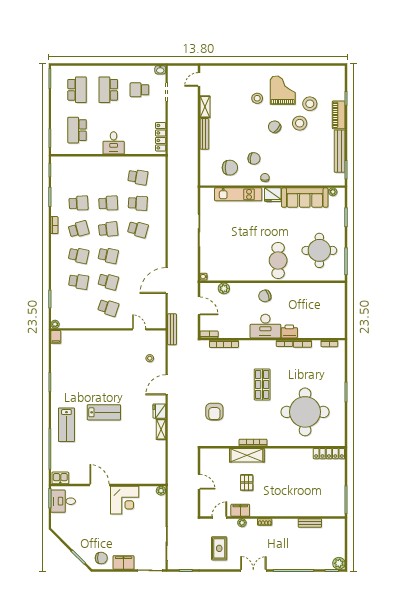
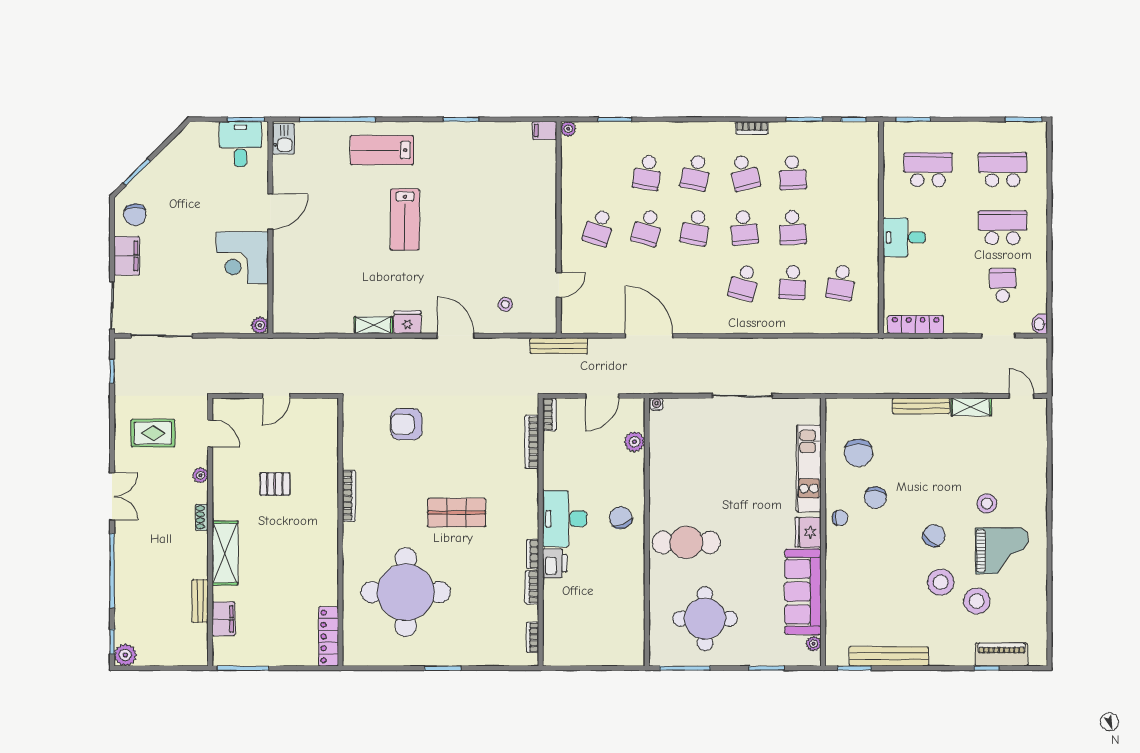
school desk: (77, 90) -> (1003, 170), turned 180
piano: (339, 115) -> (1001, 655), moved
shelving: (247, 455) -> (225, 553), moved
filing cabinet: (240, 510) -> (224, 619), moved

